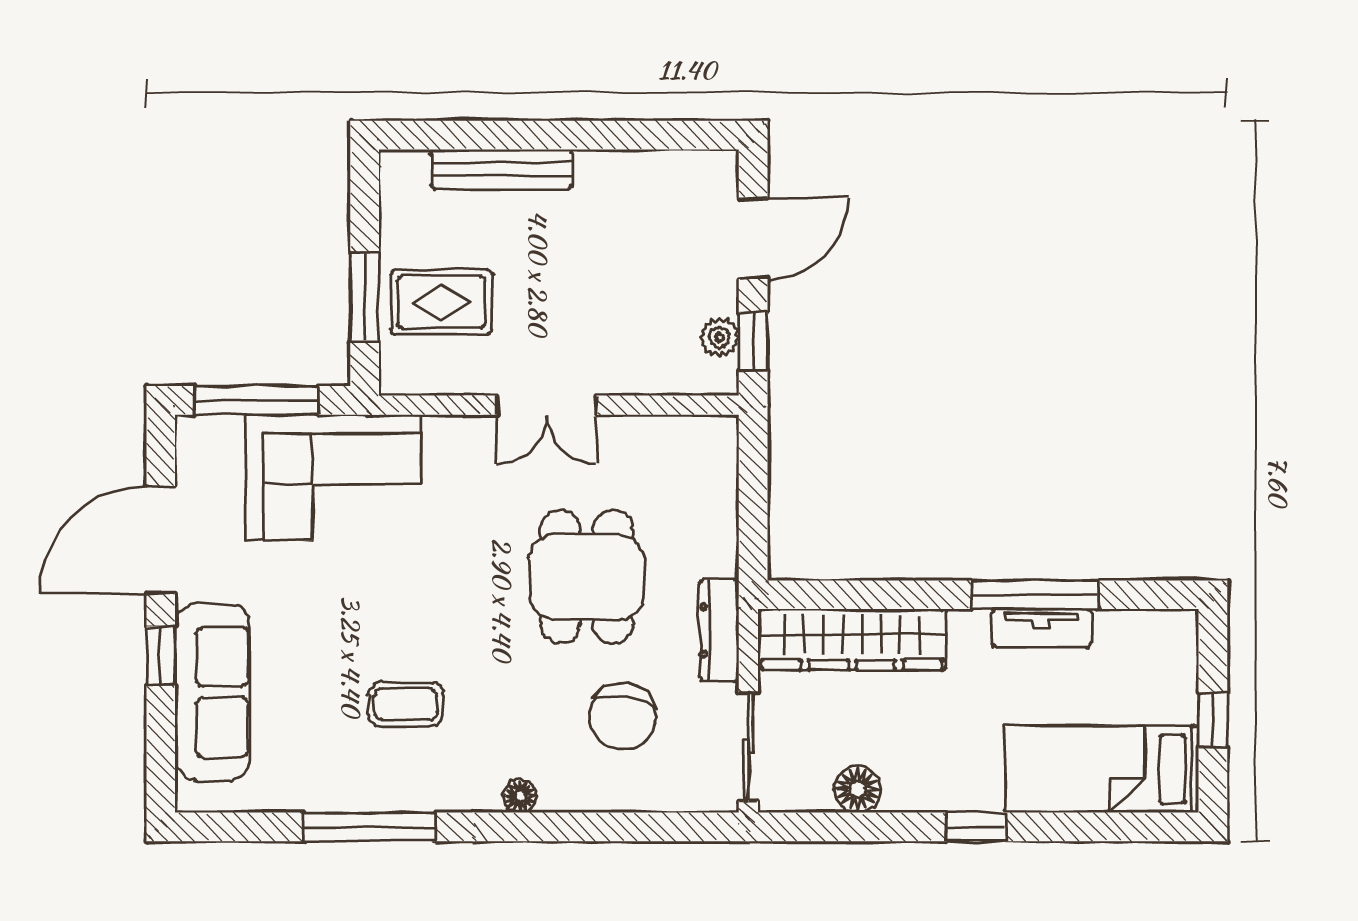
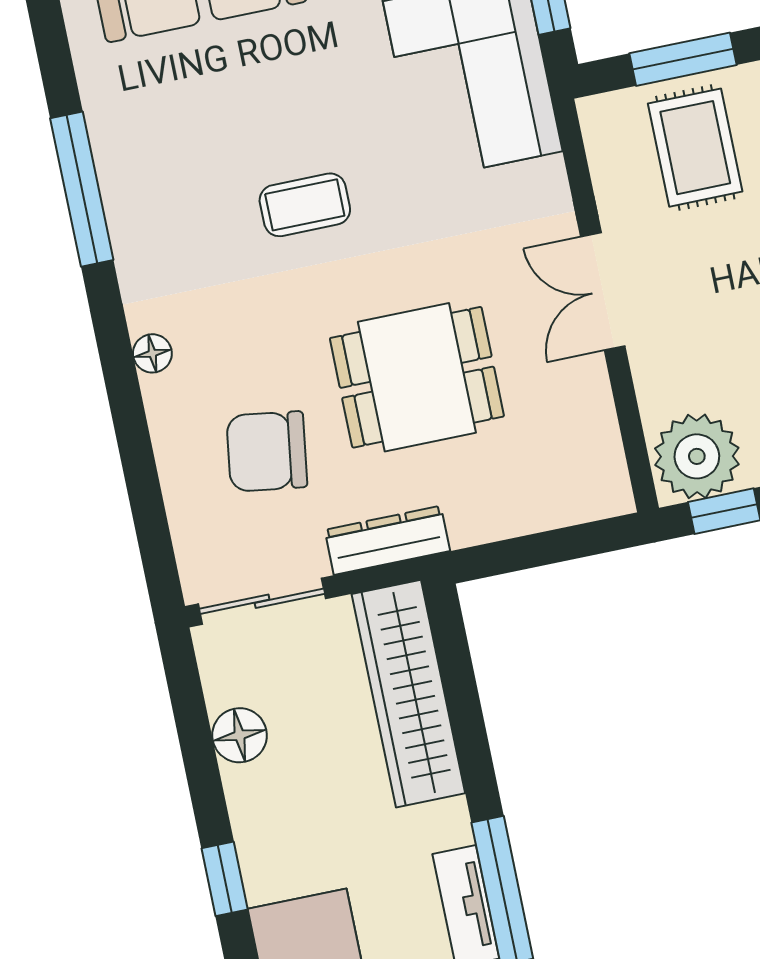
plant: (719, 337) -> (697, 456), width x1.88, depth x1.88
coffee table: (406, 704) -> (305, 205), moved, turned 90

